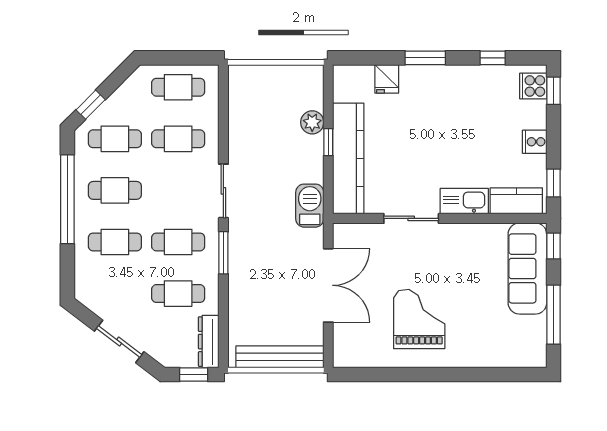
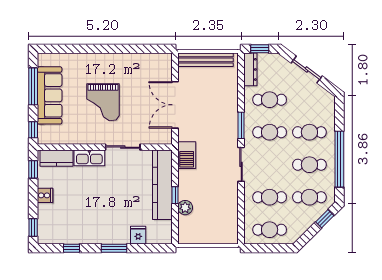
cooker: (533, 86) -> (46, 230), removed
sofa: (527, 268) -> (50, 95), moved
grand piano: (419, 319) -> (103, 102), moved

